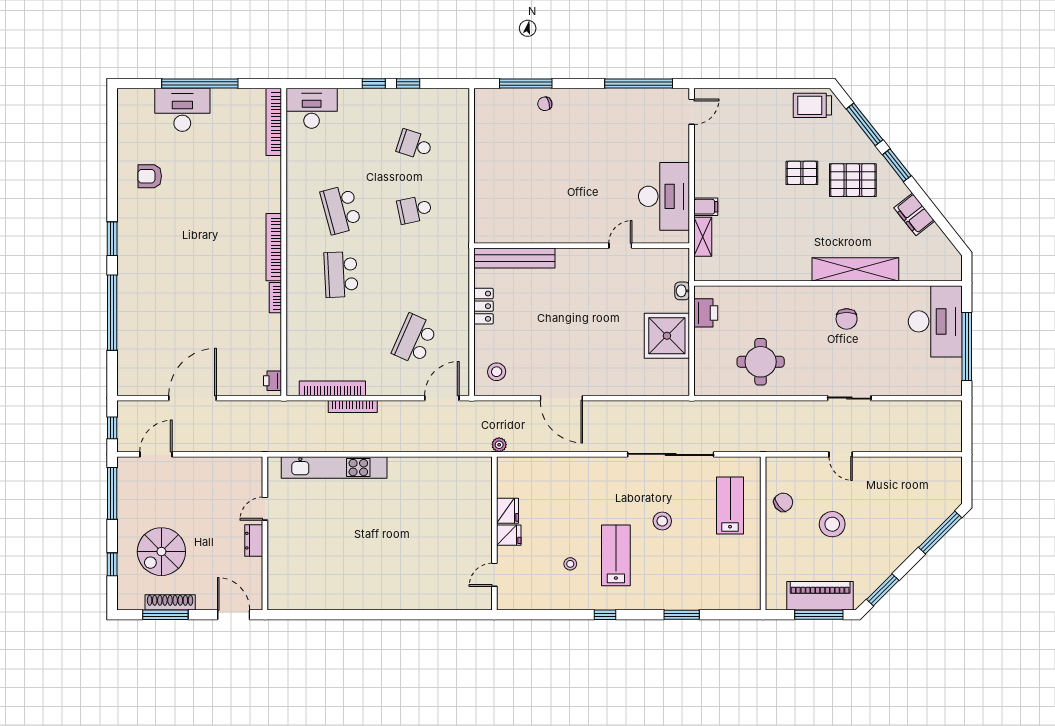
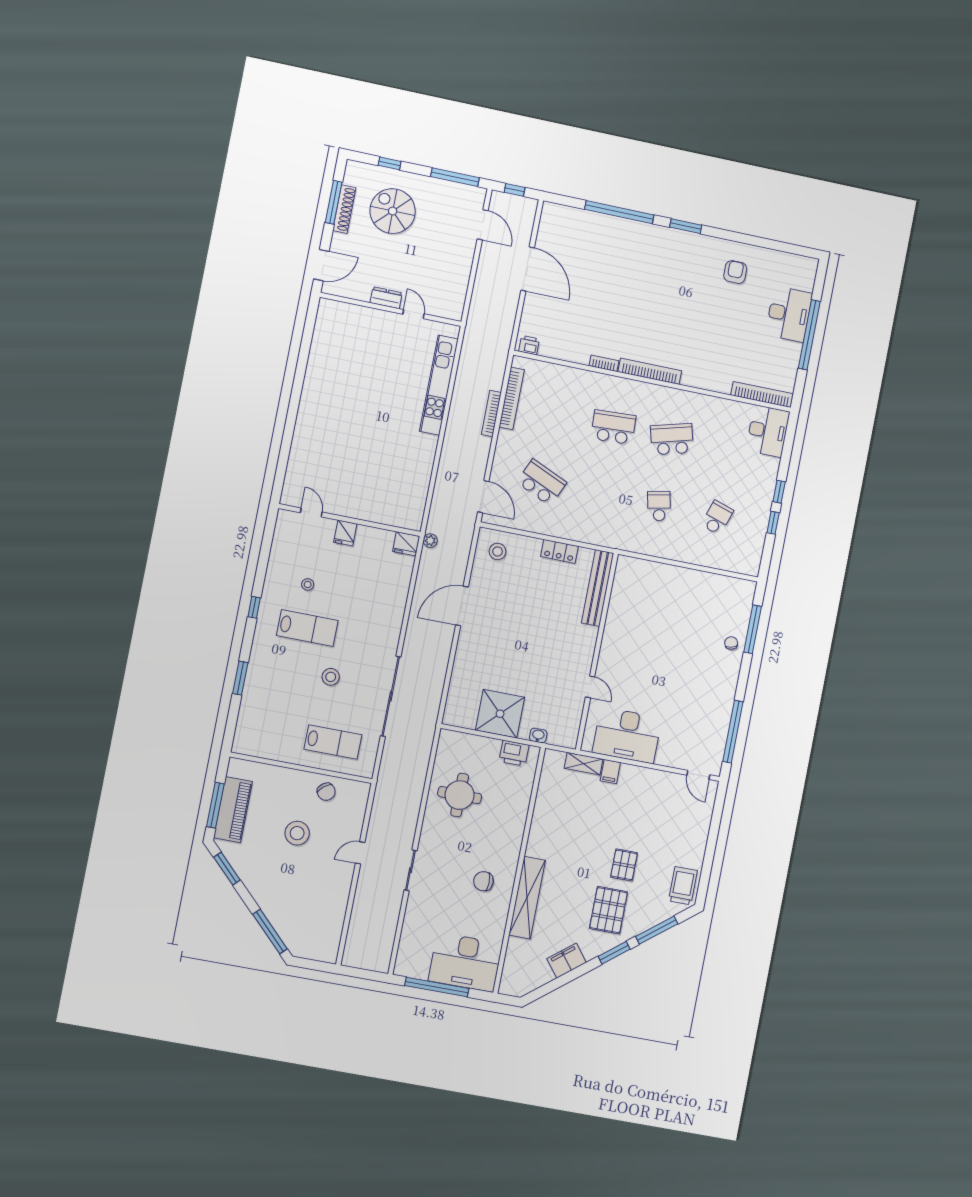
fridge: (507, 511) -> (406, 544), moved

